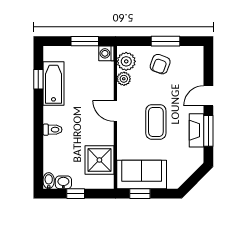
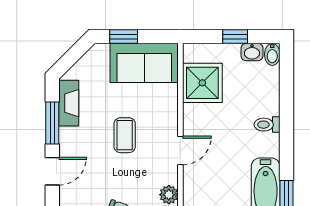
door: (115, 111) -> (180, 150), hinge flipped
coffee table: (156, 122) -> (125, 135), width x0.73, depth x0.77
fireplace: (196, 130) -> (69, 103), moved
window: (140, 194) -> (124, 37), moved

